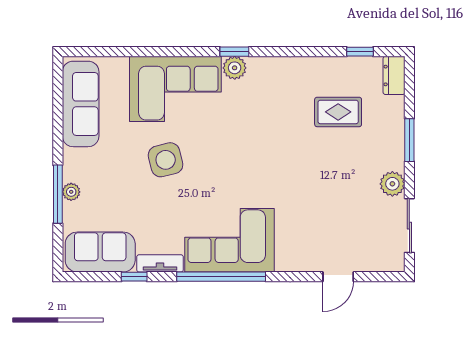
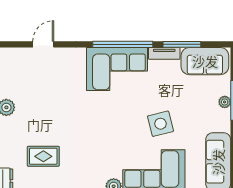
window: (134, 277) -> (182, 44), width x2.17

